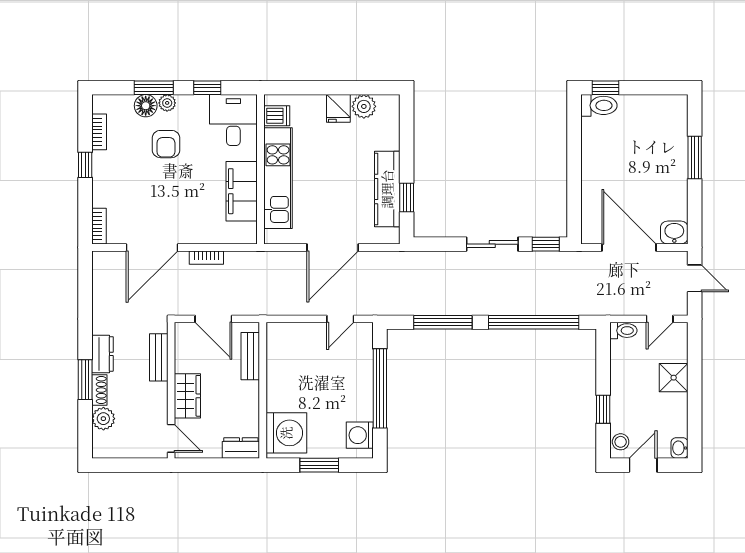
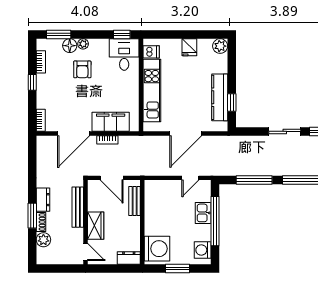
window: (154, 88) -> (59, 34), moved
window: (207, 88) -> (122, 34), moved
plant: (364, 106) -> (220, 46), moved
filing cabinet: (242, 191) -> (111, 122), moved, turned 90
bench: (159, 357) -> (78, 207), width x1.36
kitchen sink: (361, 375) -> (203, 213), added

